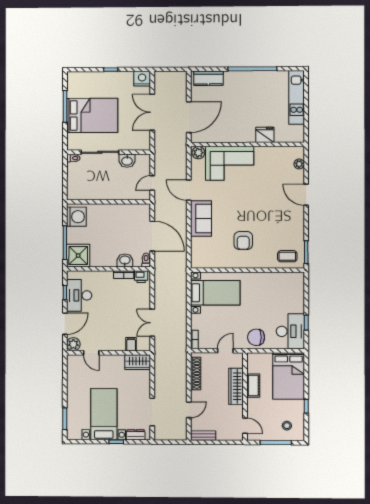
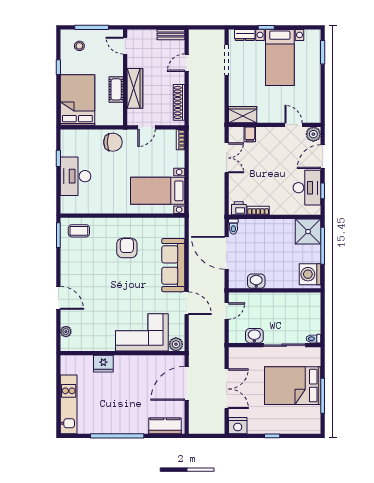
sofa: (201, 218) -> (173, 265), width x1.36
washbasin: (125, 260) -> (256, 281), moved, turned 180
desk: (290, 331) -> (76, 176), moved

